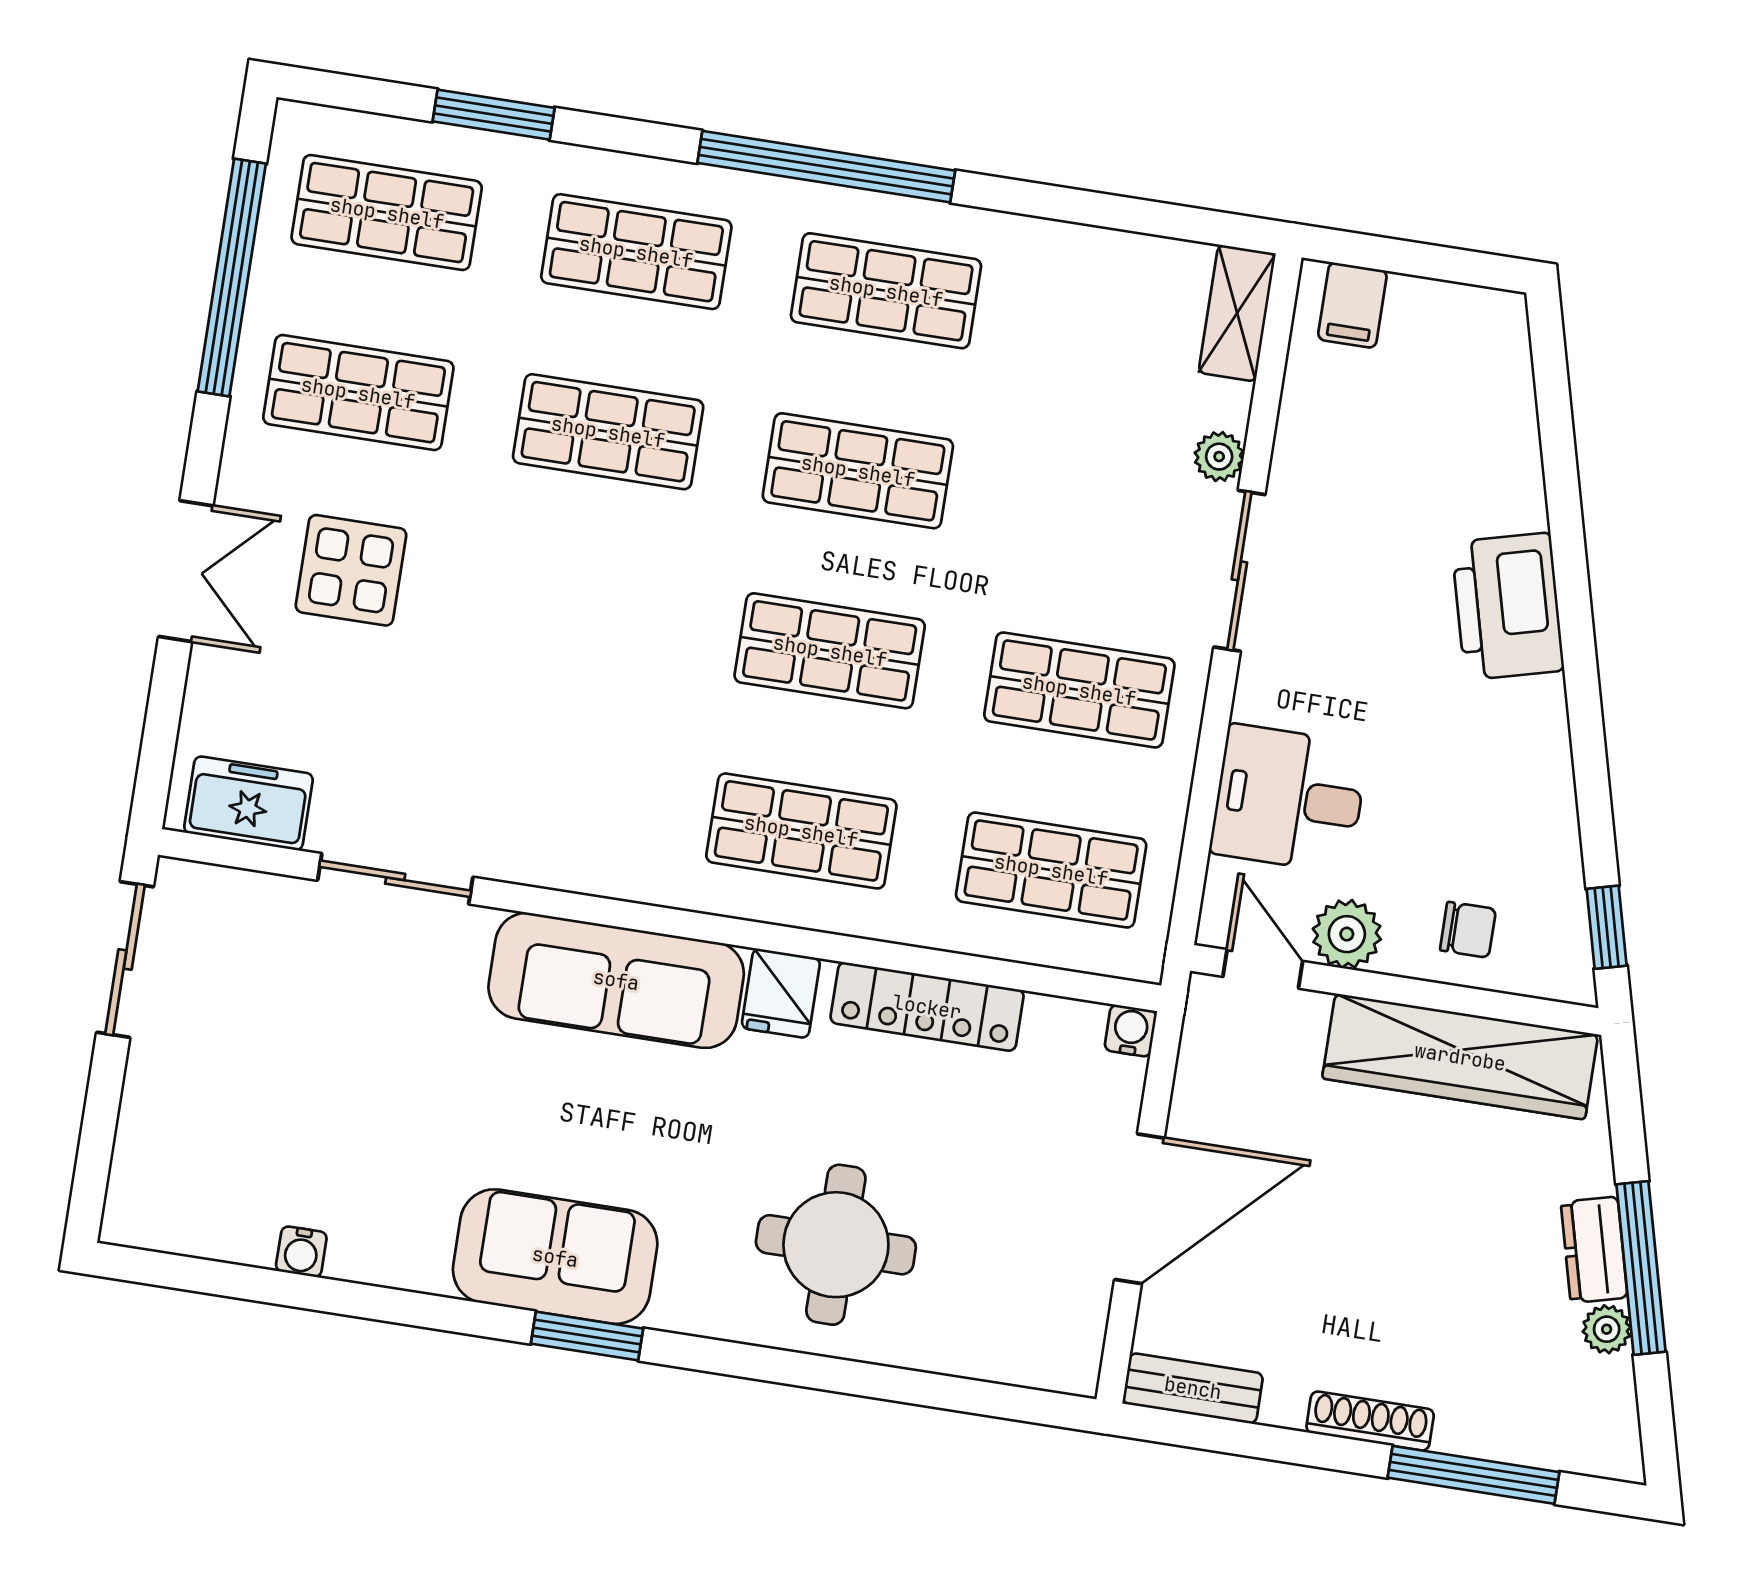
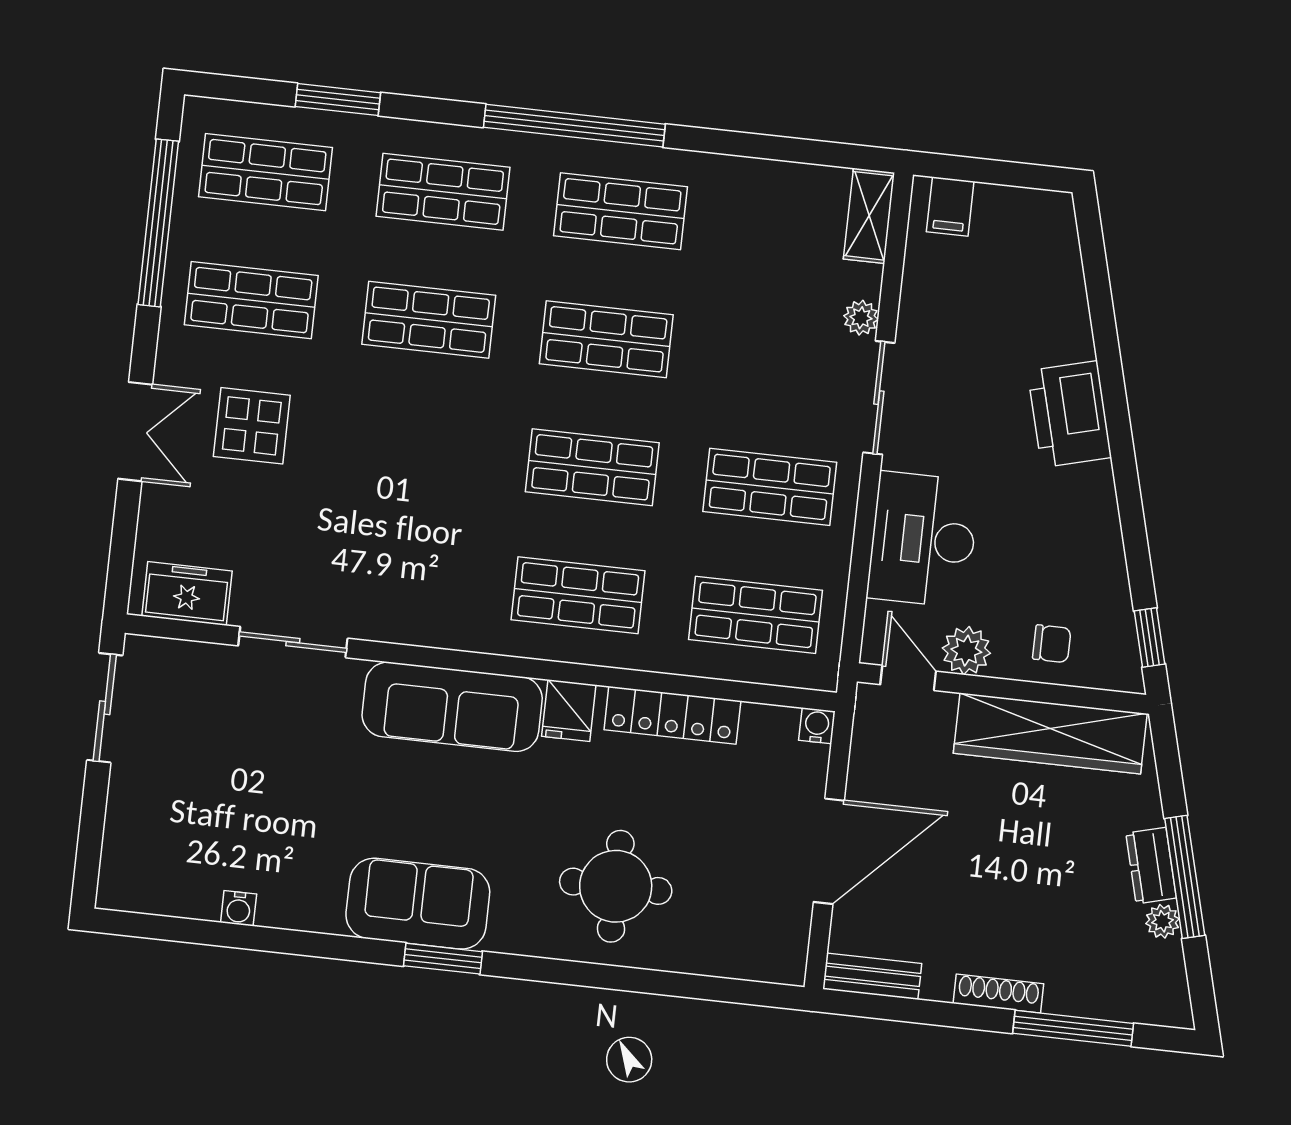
desk: (1289, 799) -> (923, 540), width x1.37

